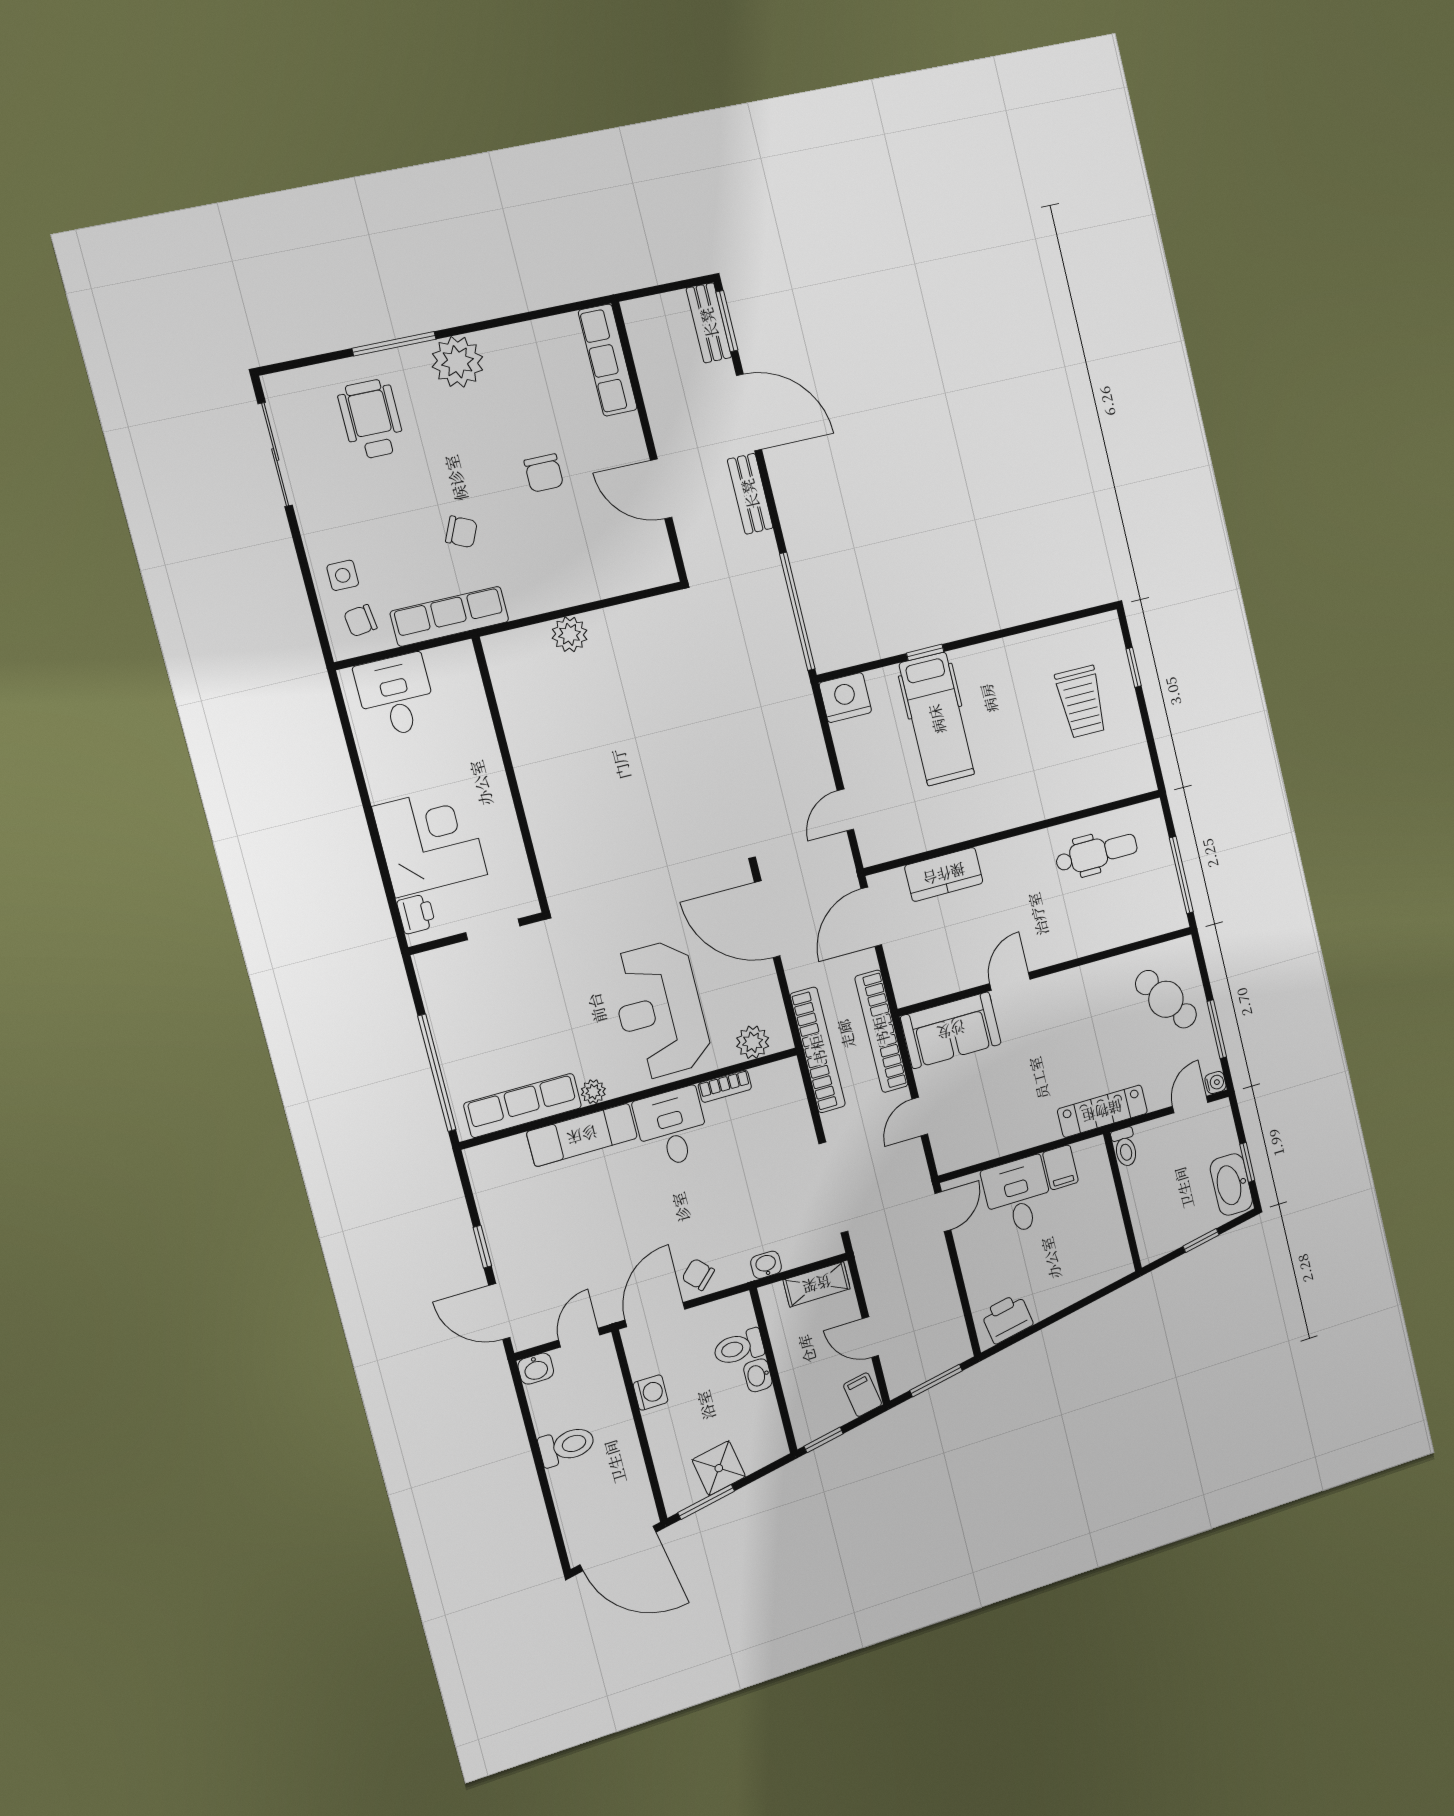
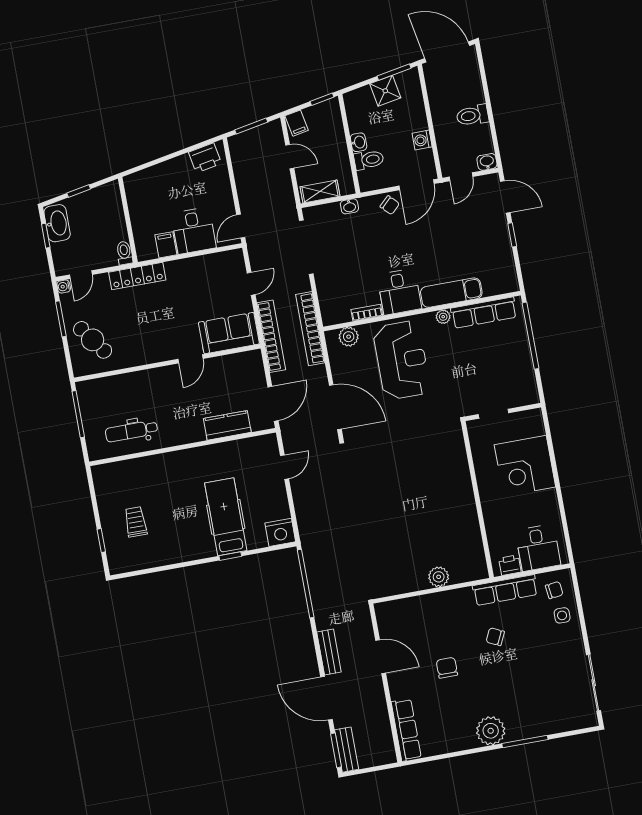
wheelchair: (371, 419) -> (540, 700), removed
trolley: (1081, 702) -> (136, 522), width x0.73, depth x0.72
printer: (416, 914) -> (510, 565), moved, turned 90

